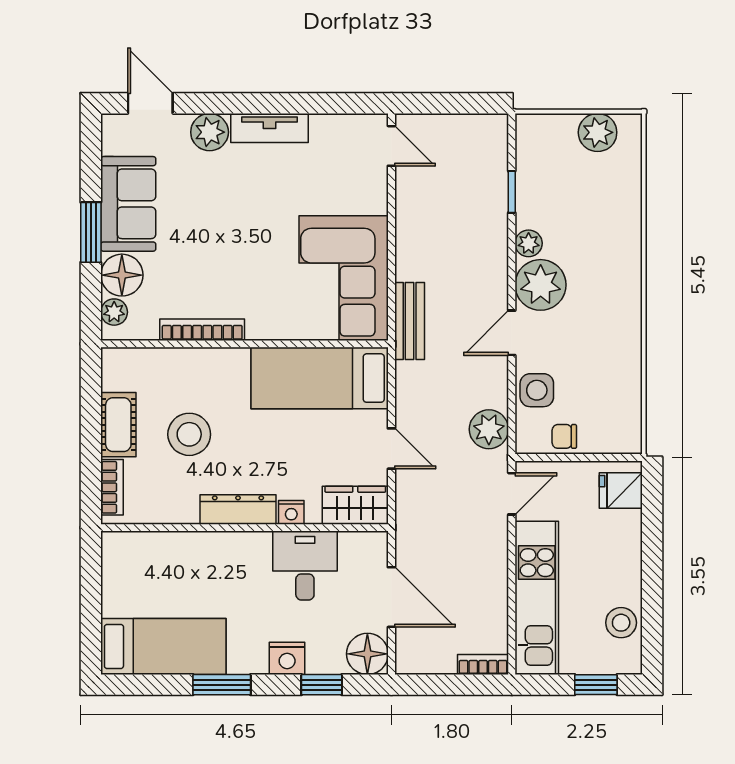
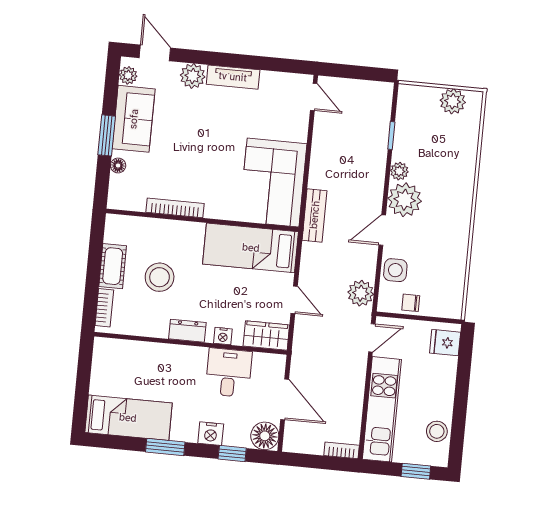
floor lamp: (122, 275) -> (118, 165), width x0.53, depth x0.53
plant: (114, 312) -> (128, 75), moved
dresser: (238, 509) -> (187, 331), width x0.70

